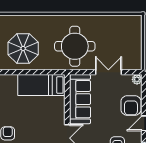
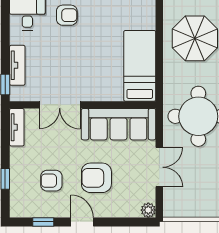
armchair: (131, 106) -> (96, 178), moved

